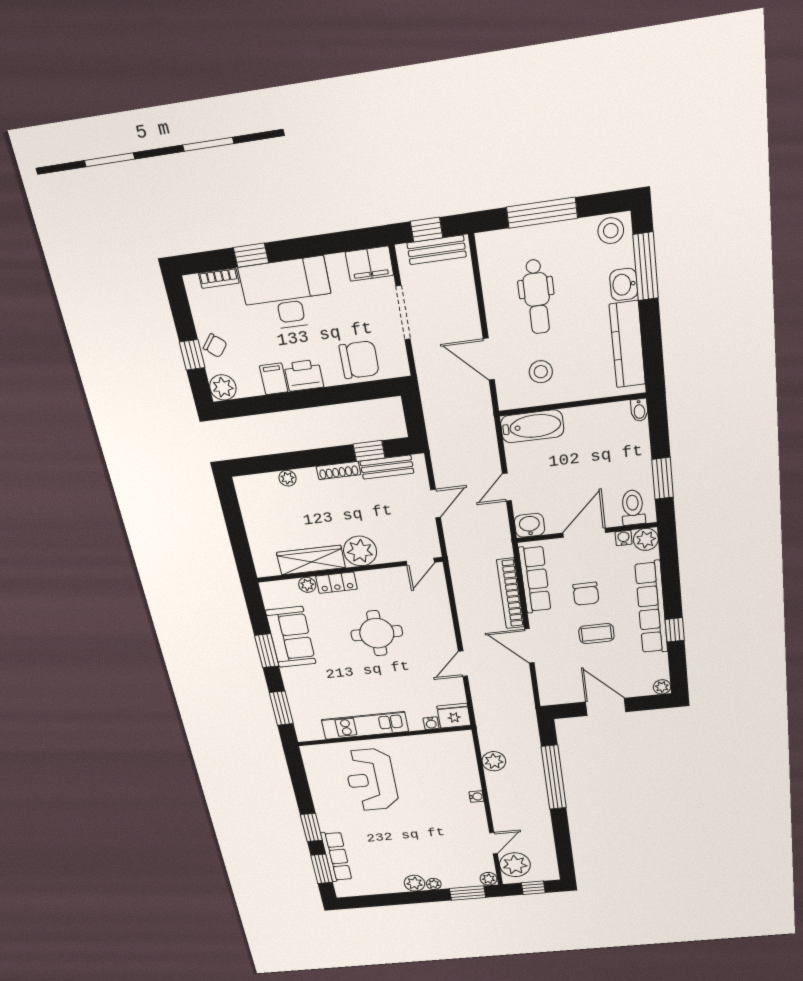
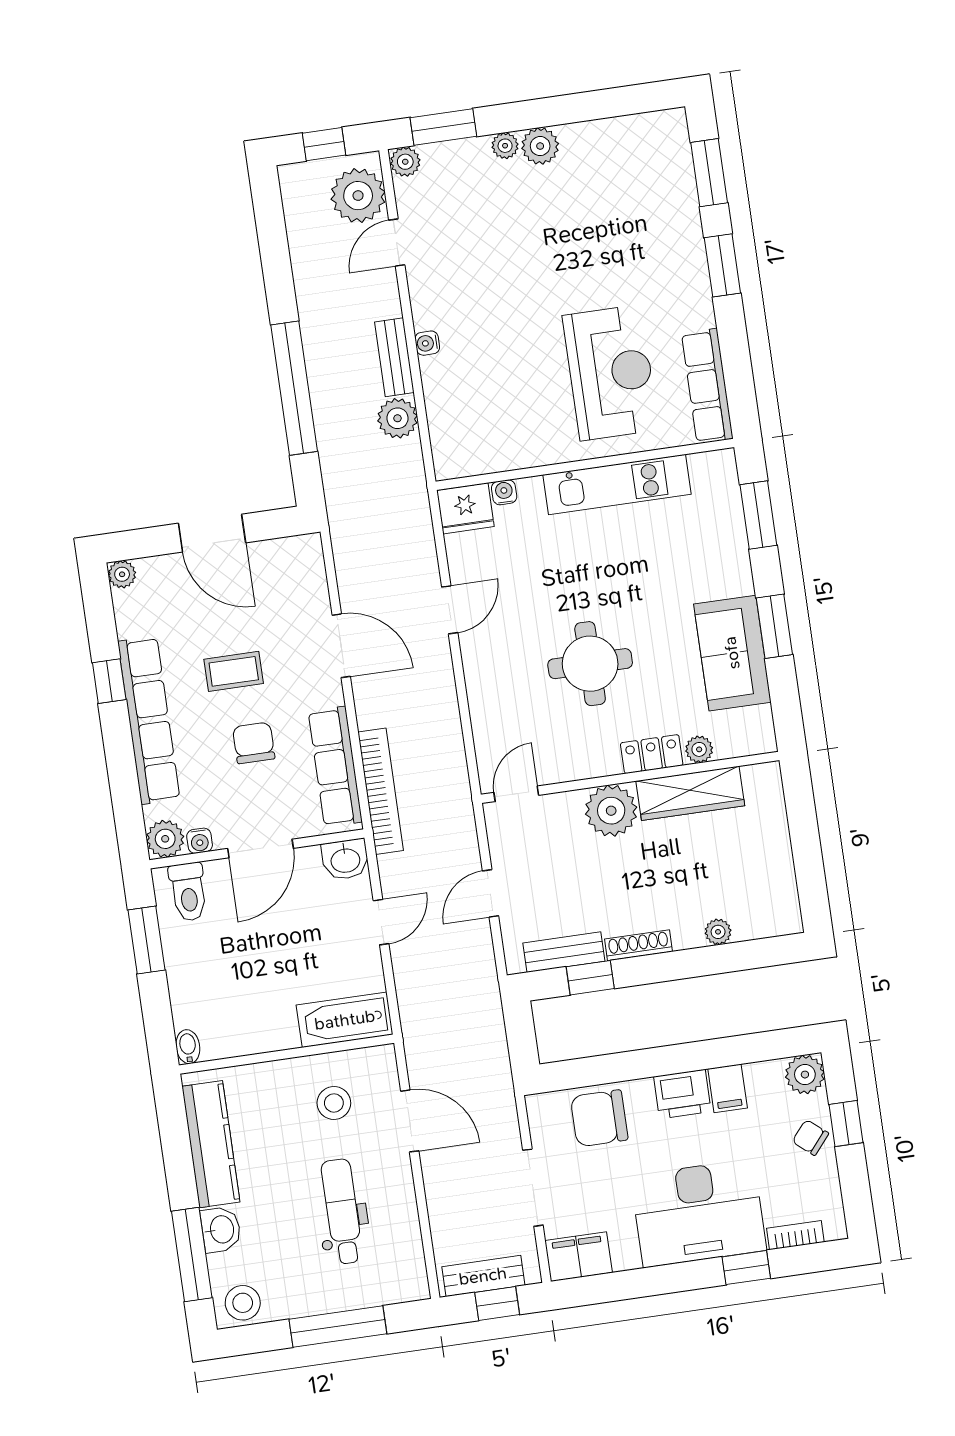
bookcase: (510, 594) -> (381, 791), moved
bench: (495, 790) -> (394, 357), added
row of seats: (336, 857) -> (707, 386), moved

